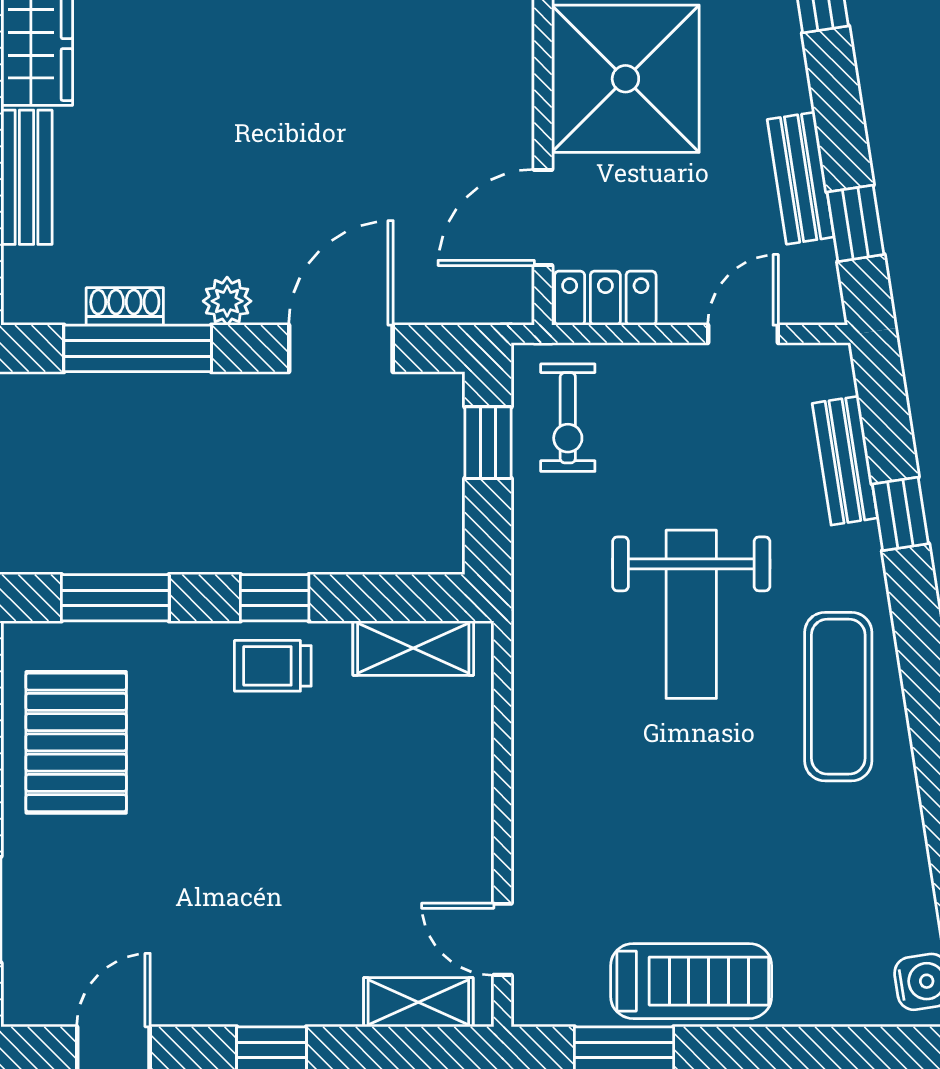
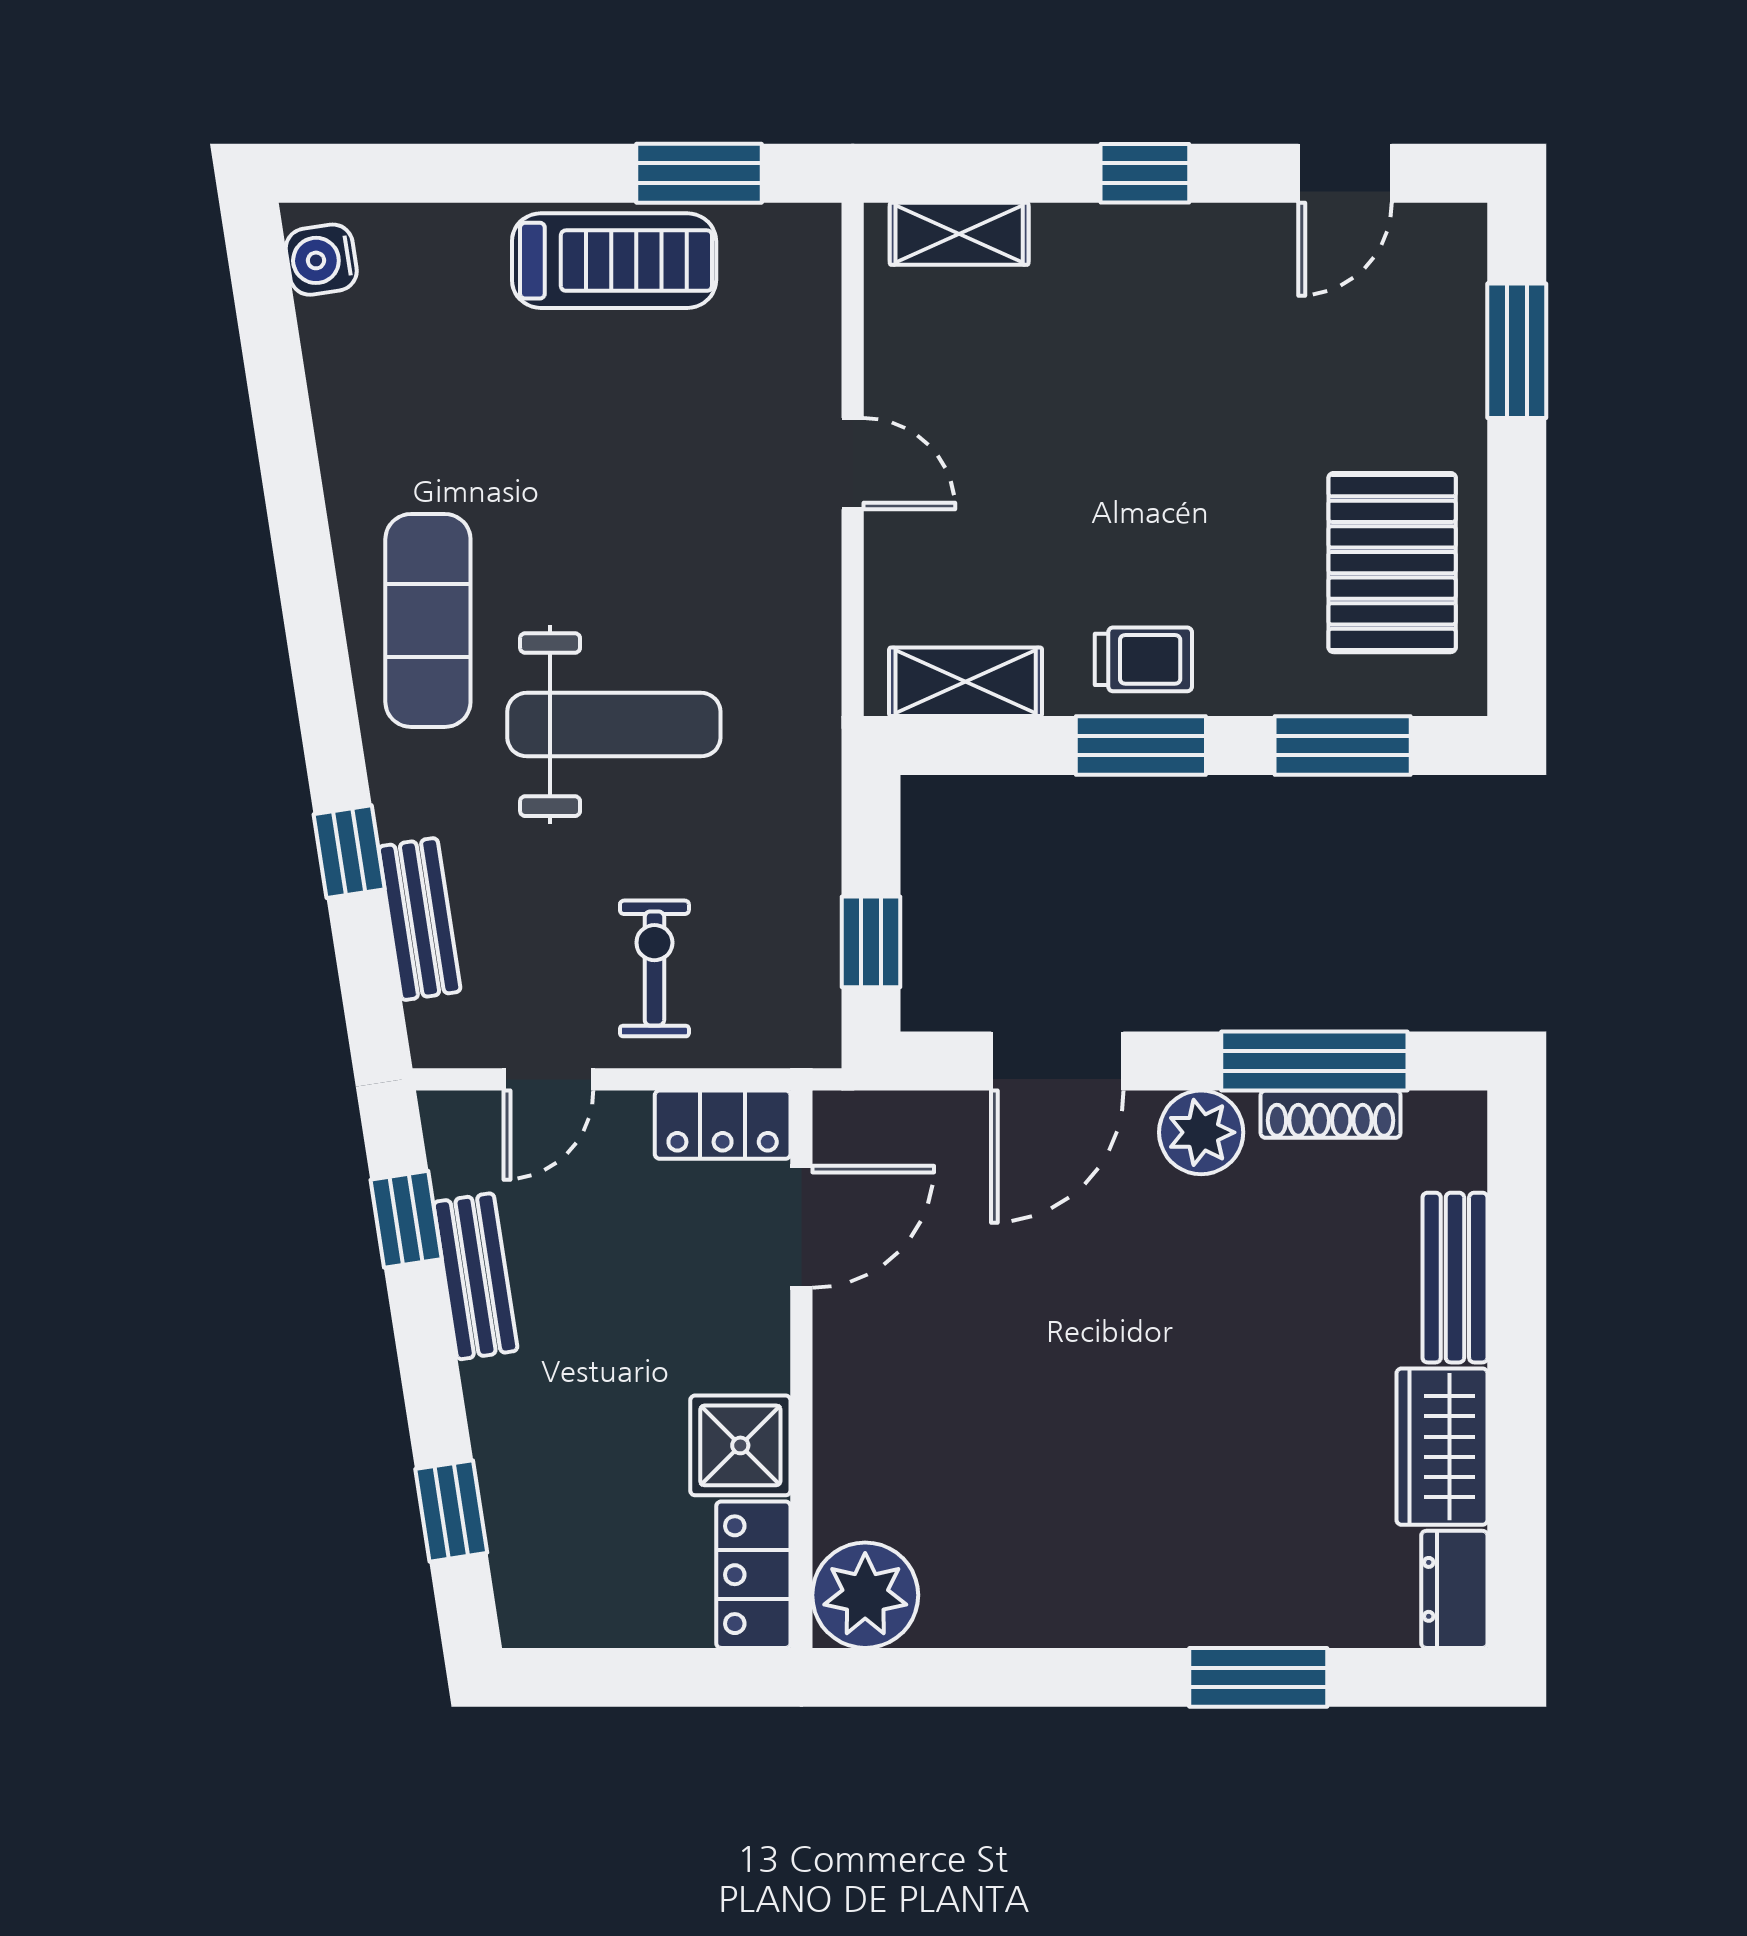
shower: (625, 79) -> (740, 1445), width x0.54, depth x0.54
plant: (227, 301) -> (1201, 1132), width x1.38, depth x1.38
shoe rack: (125, 306) -> (1331, 1114), width x1.43
exercise bike: (568, 418) -> (654, 968), moved
window: (275, 598) -> (1141, 746), width x1.50
weight bench: (691, 614) -> (614, 725), turned 90
door: (502, 939) -> (853, 464), moved
treadmill: (691, 981) -> (614, 261), turned 180

